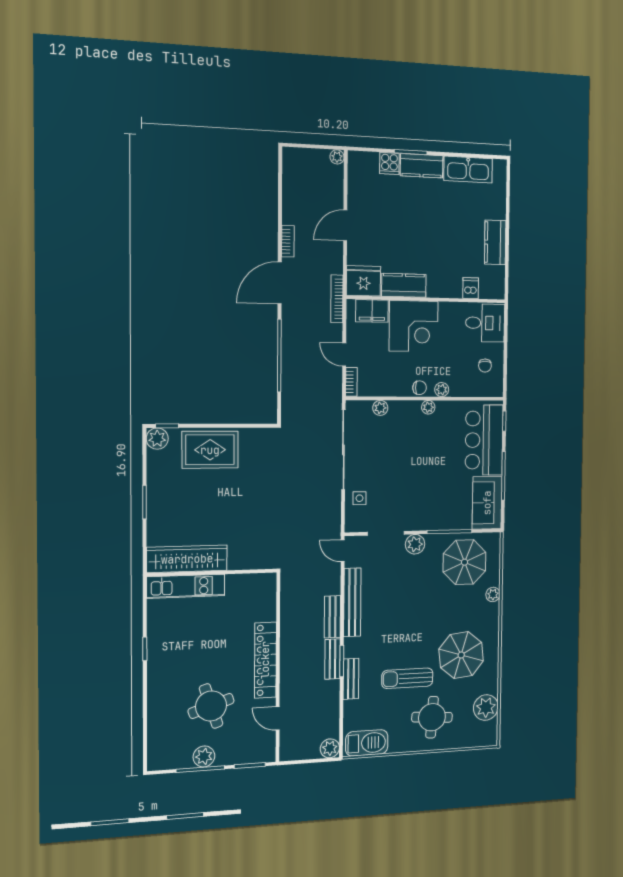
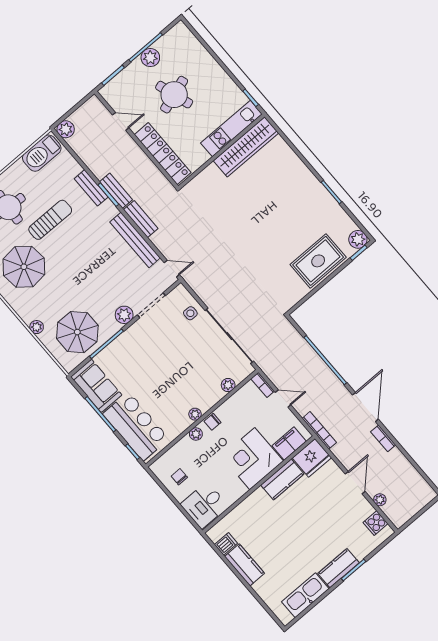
plant: (337, 157) -> (380, 500), moved
cooker: (389, 163) -> (376, 523), moved, turned -90
dishwasher: (471, 288) -> (226, 544), moved, turned -90
wardrobe: (187, 559) -> (246, 147), moved
wall: (212, 573) -> (221, 151), moved
kitchen unit: (186, 586) -> (231, 128), moved

